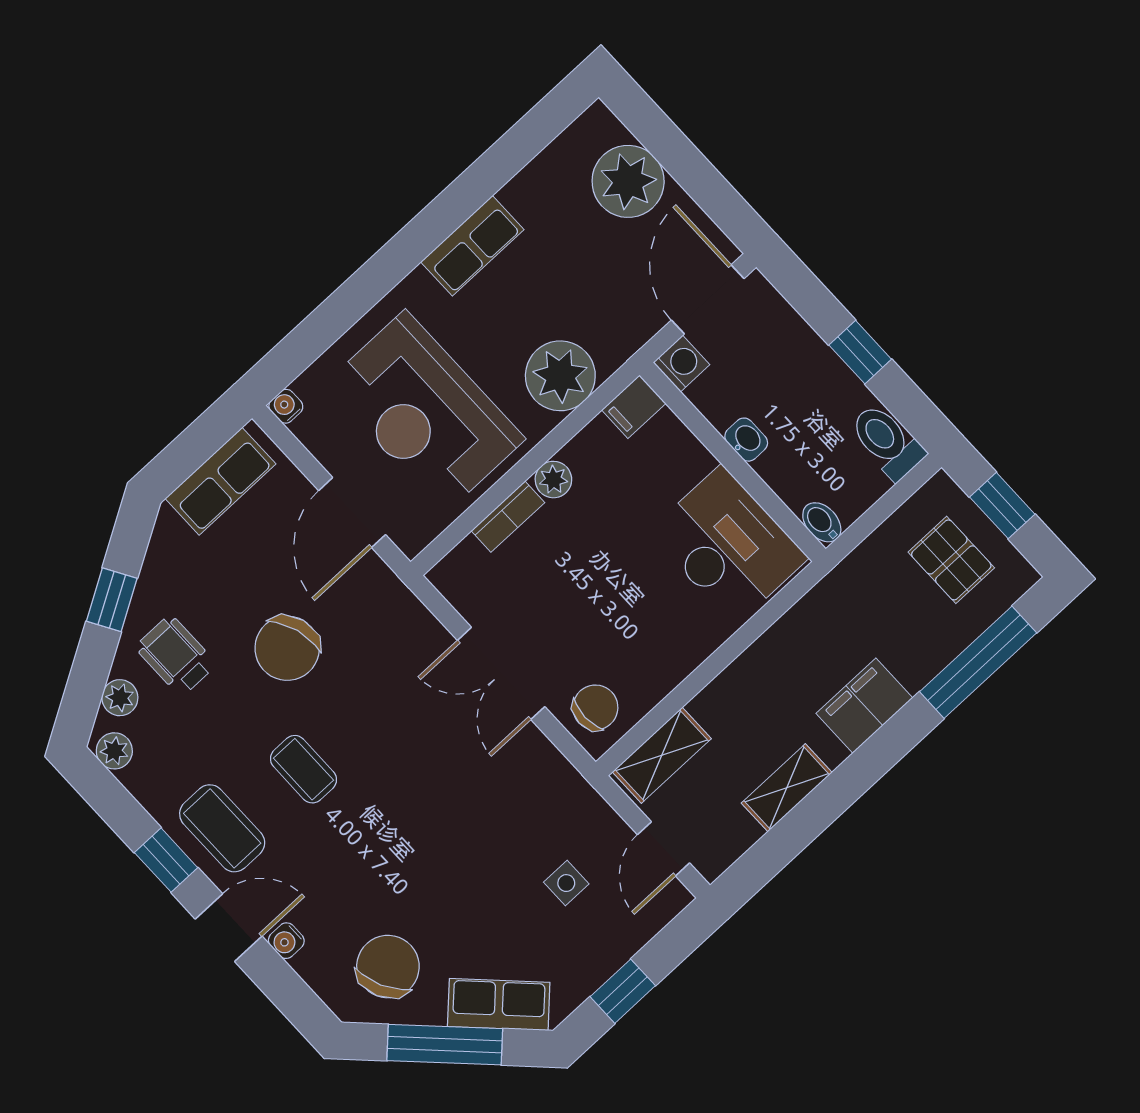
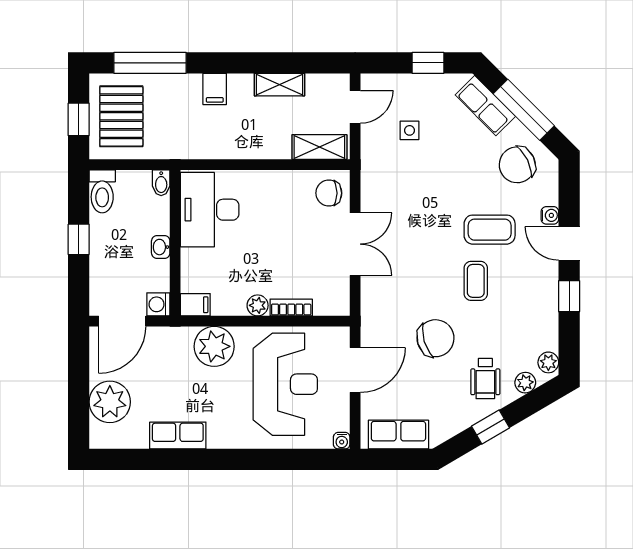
row of seats: (472, 246) -> (178, 436), moved
pallet: (951, 560) -> (121, 116), width x1.50, depth x1.42
filing cabinet: (864, 706) -> (215, 89), width x0.50
coffee table: (222, 828) -> (490, 230), moved, turned 90

